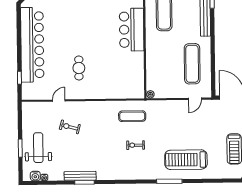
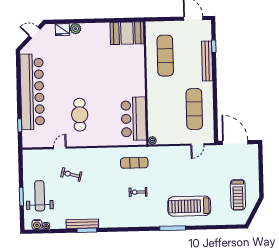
bar counter: (132, 30) -> (134, 119), moved
cafe table: (79, 68) -> (80, 115), width x1.37, depth x1.35

